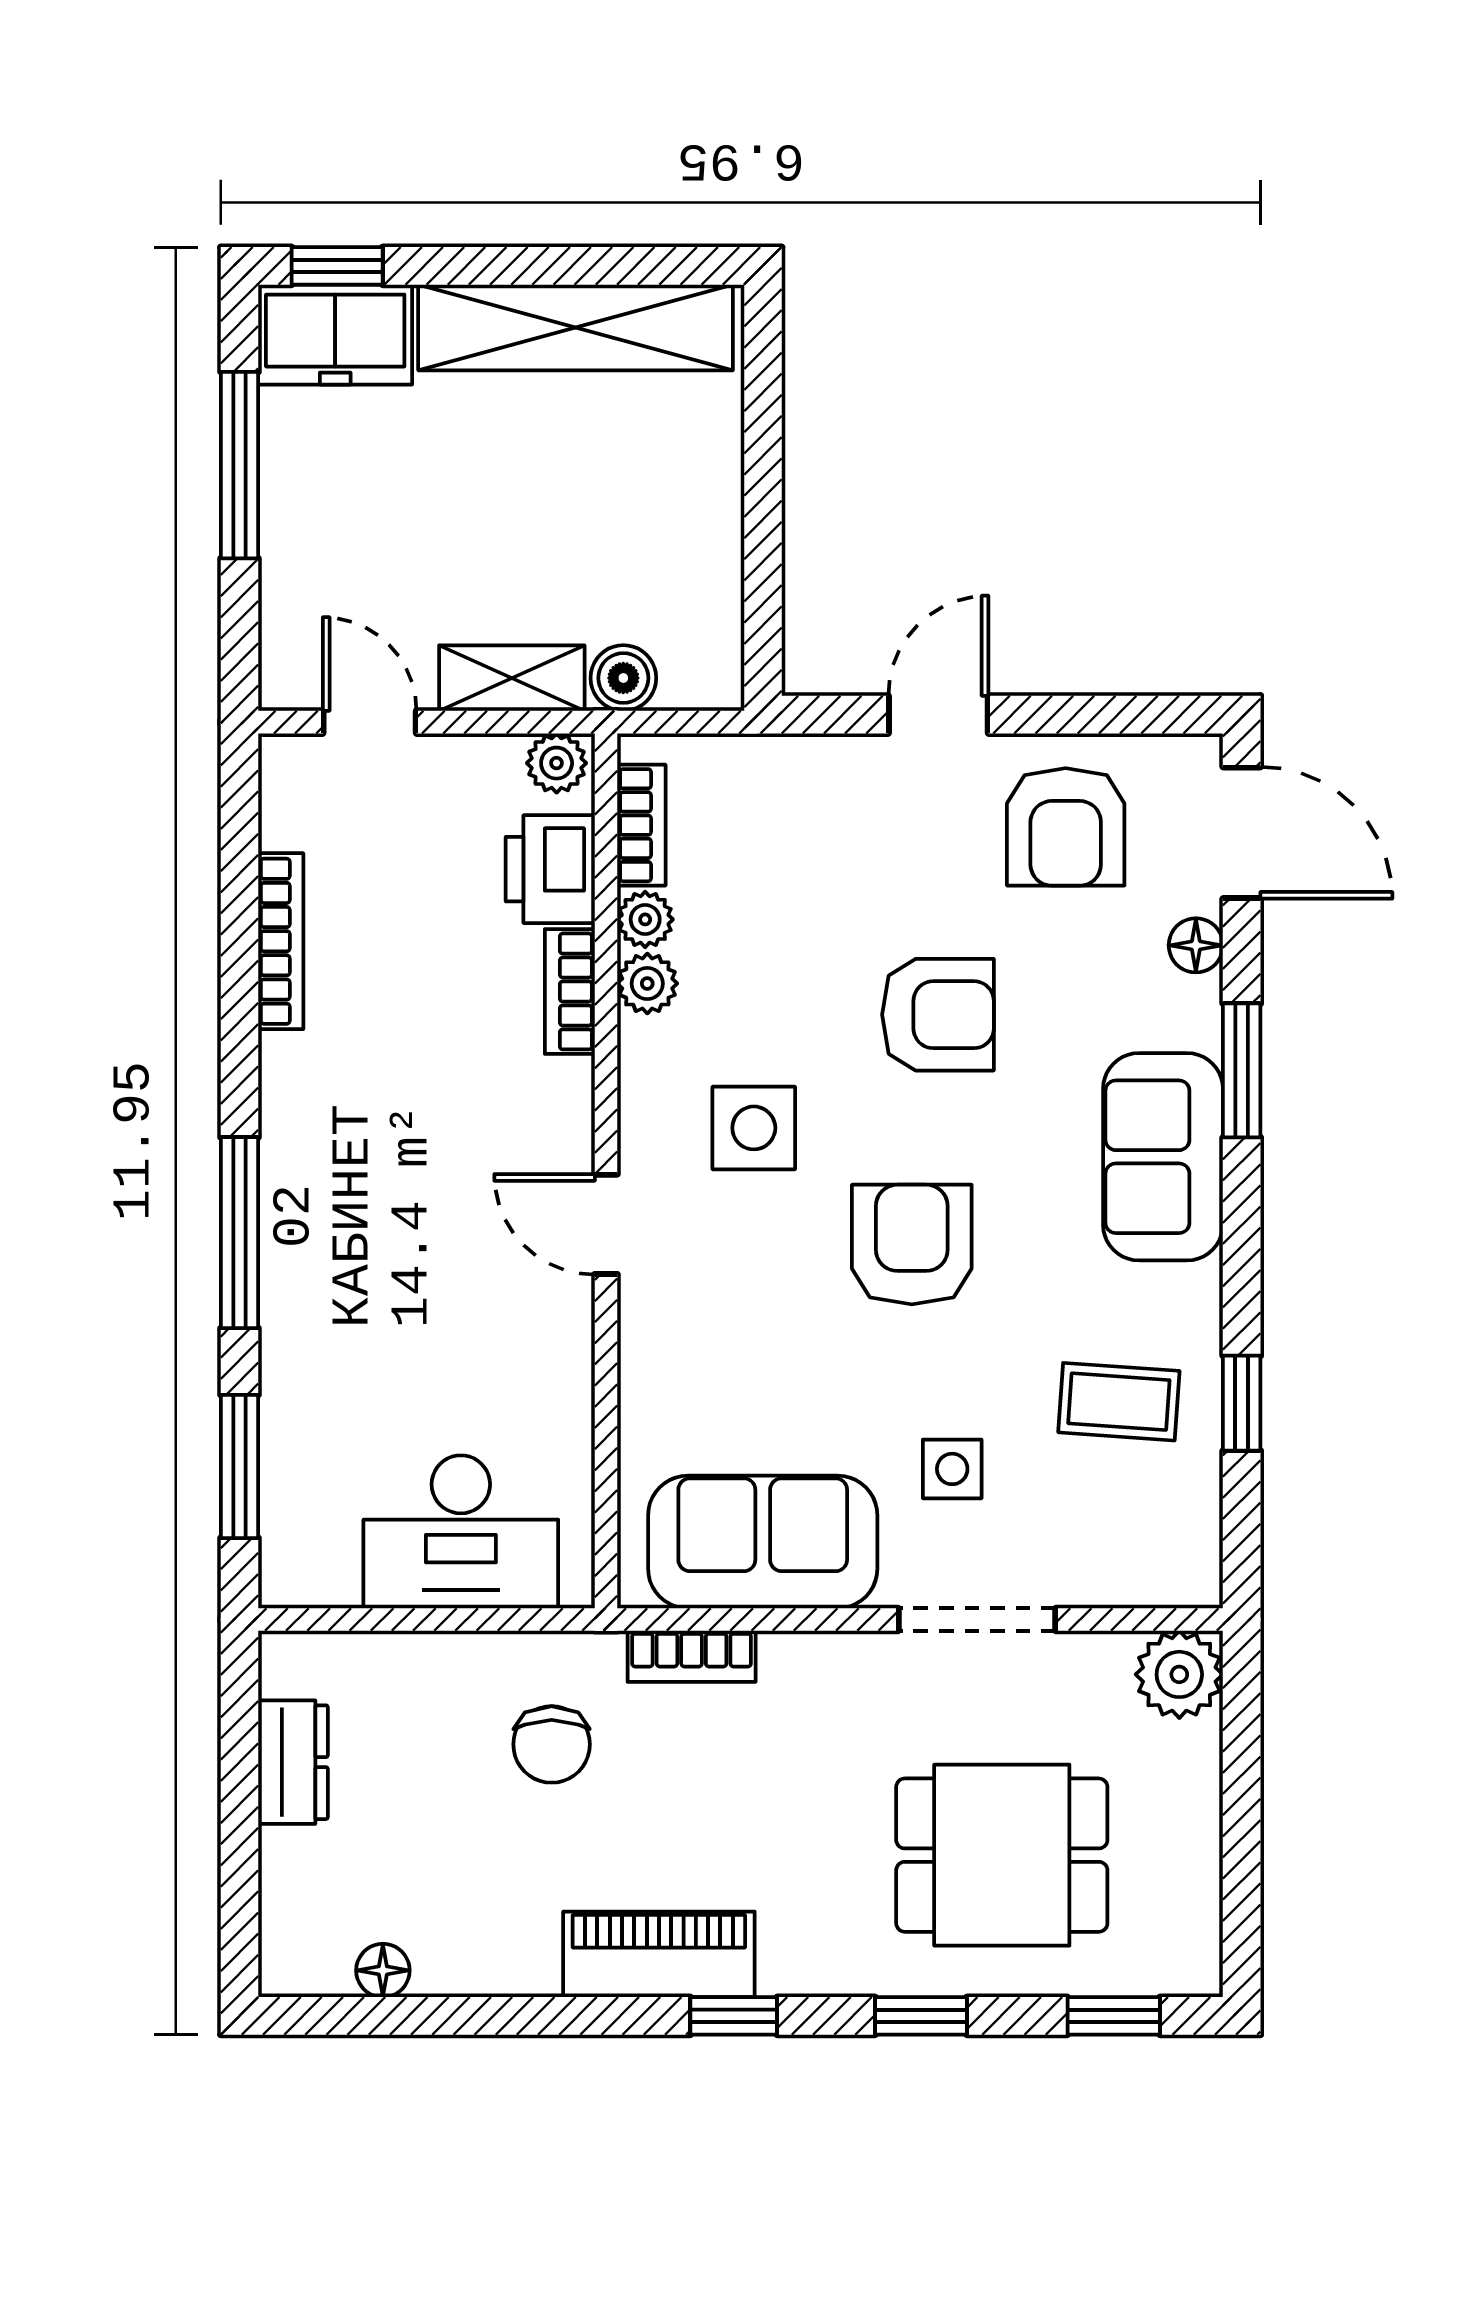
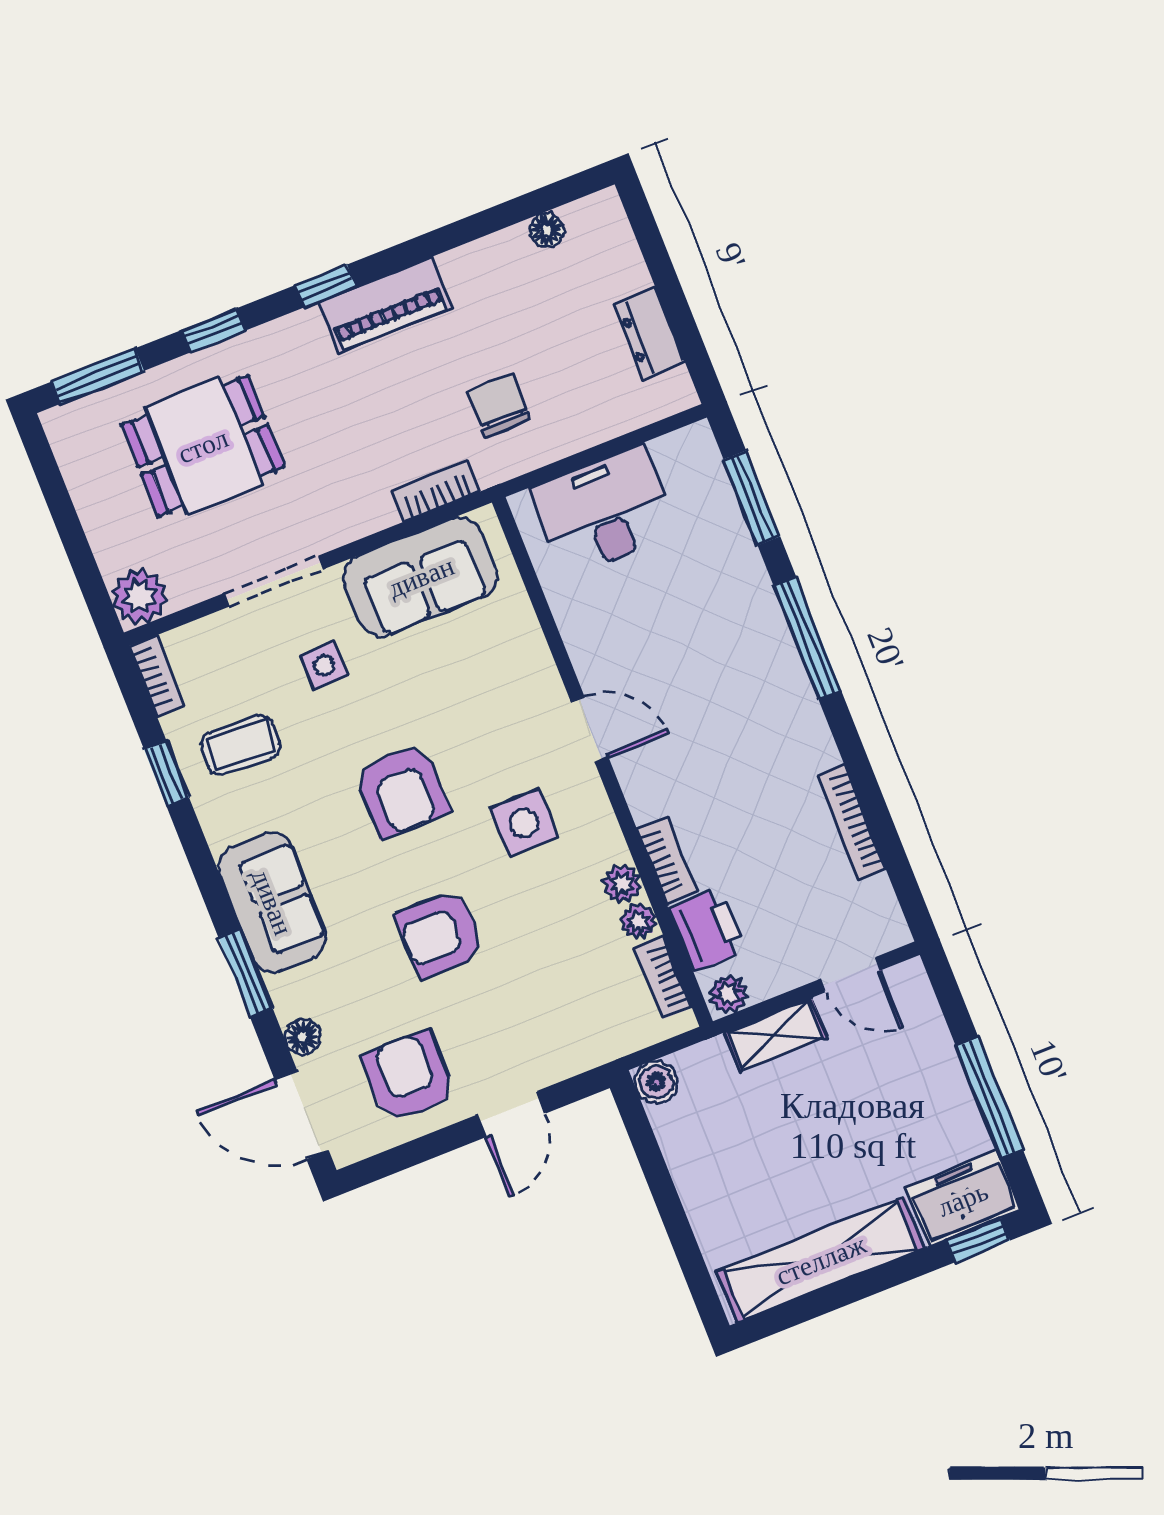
boiler: (623, 678) -> (656, 1082), moved
bookcase: (1200, 1550) -> (157, 676), added
window: (1114, 2016) -> (98, 376), width x1.50

